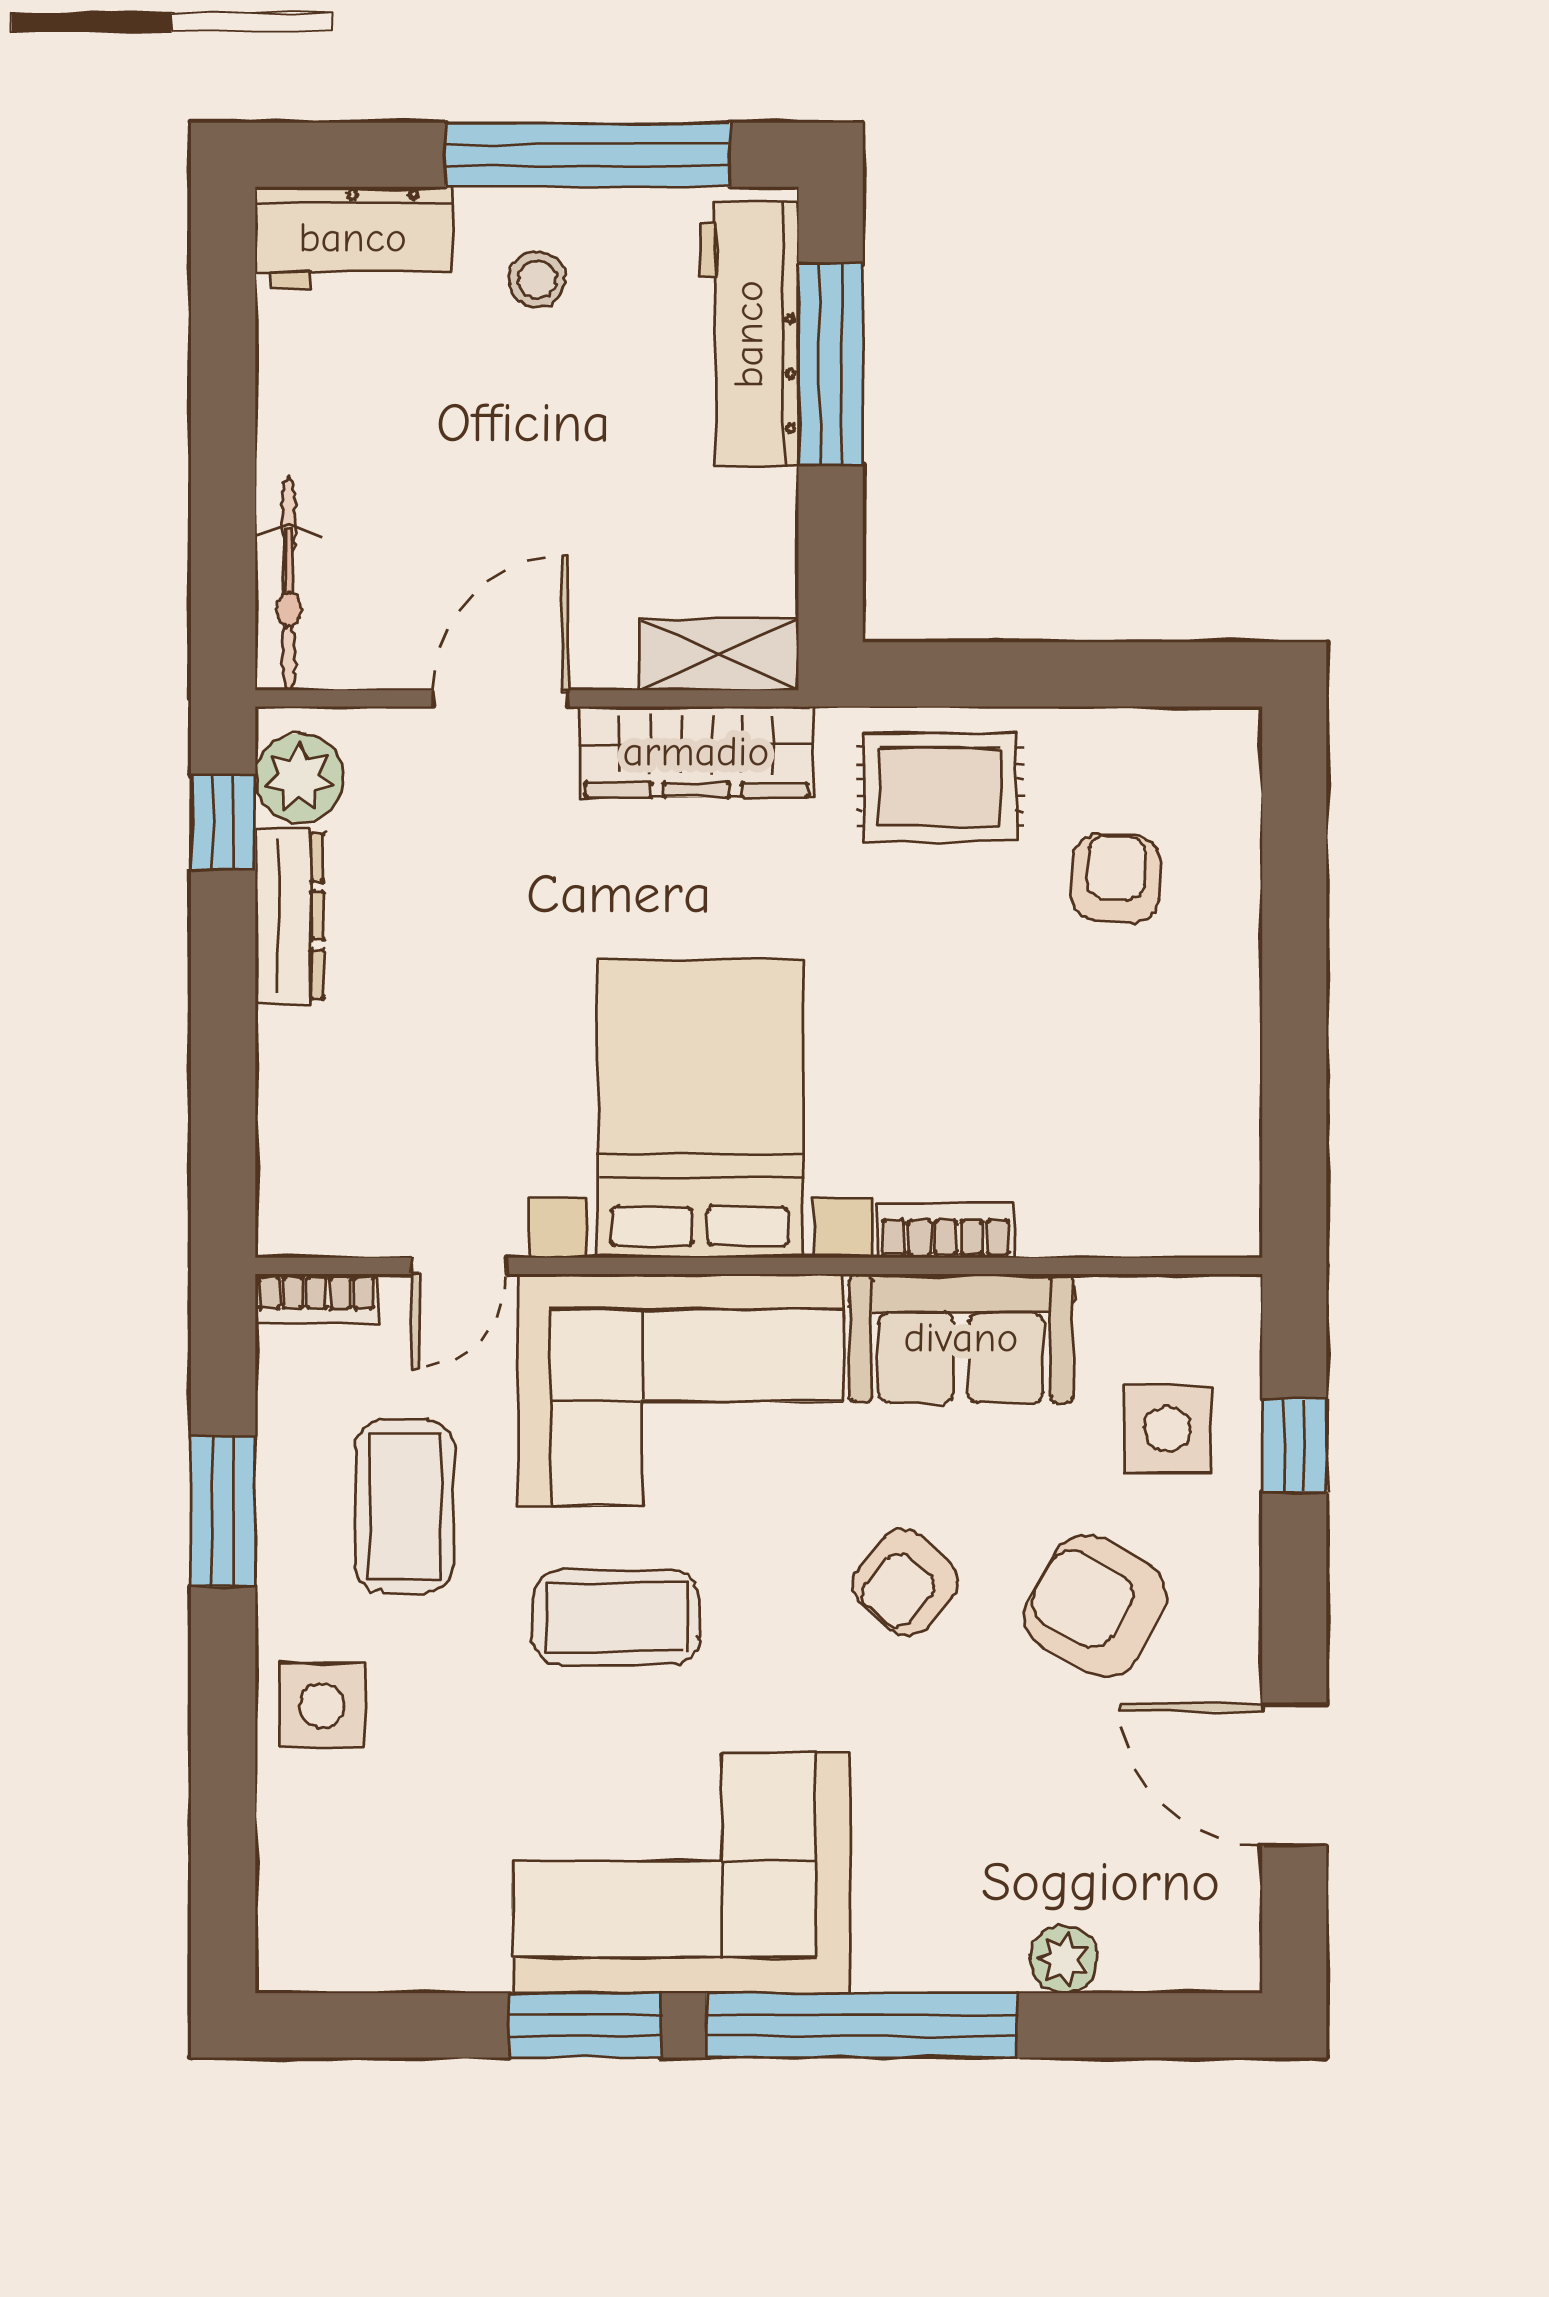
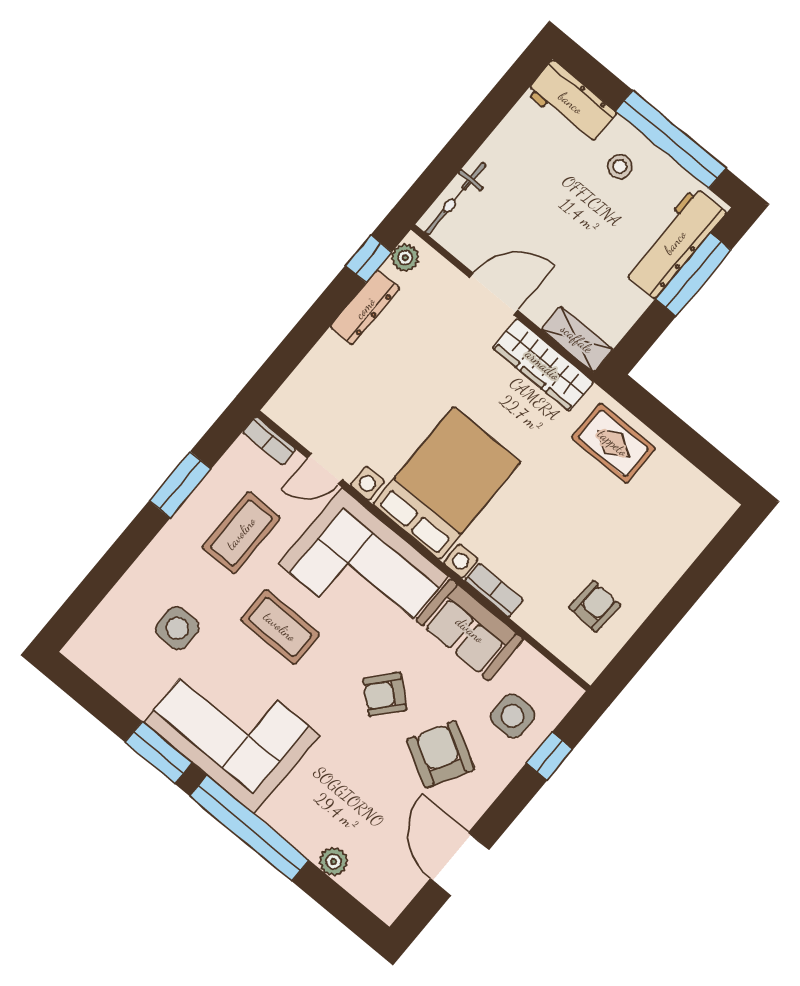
plant: (299, 778) -> (405, 258), width x0.73, depth x0.73
armchair: (1116, 878) -> (595, 606), moved
side table: (322, 1706) -> (177, 628), moved

